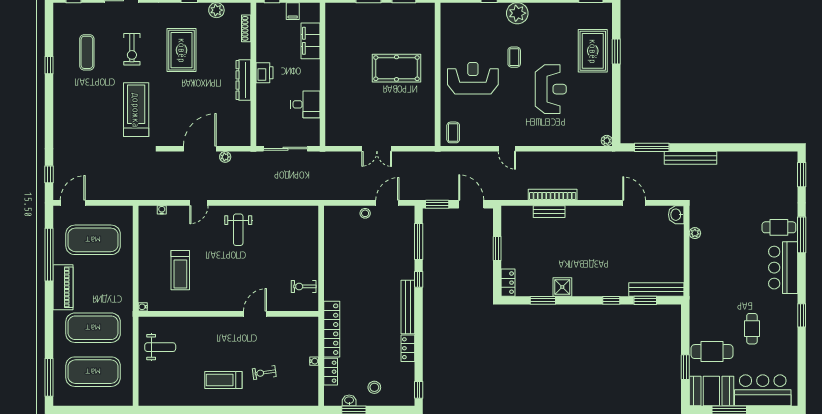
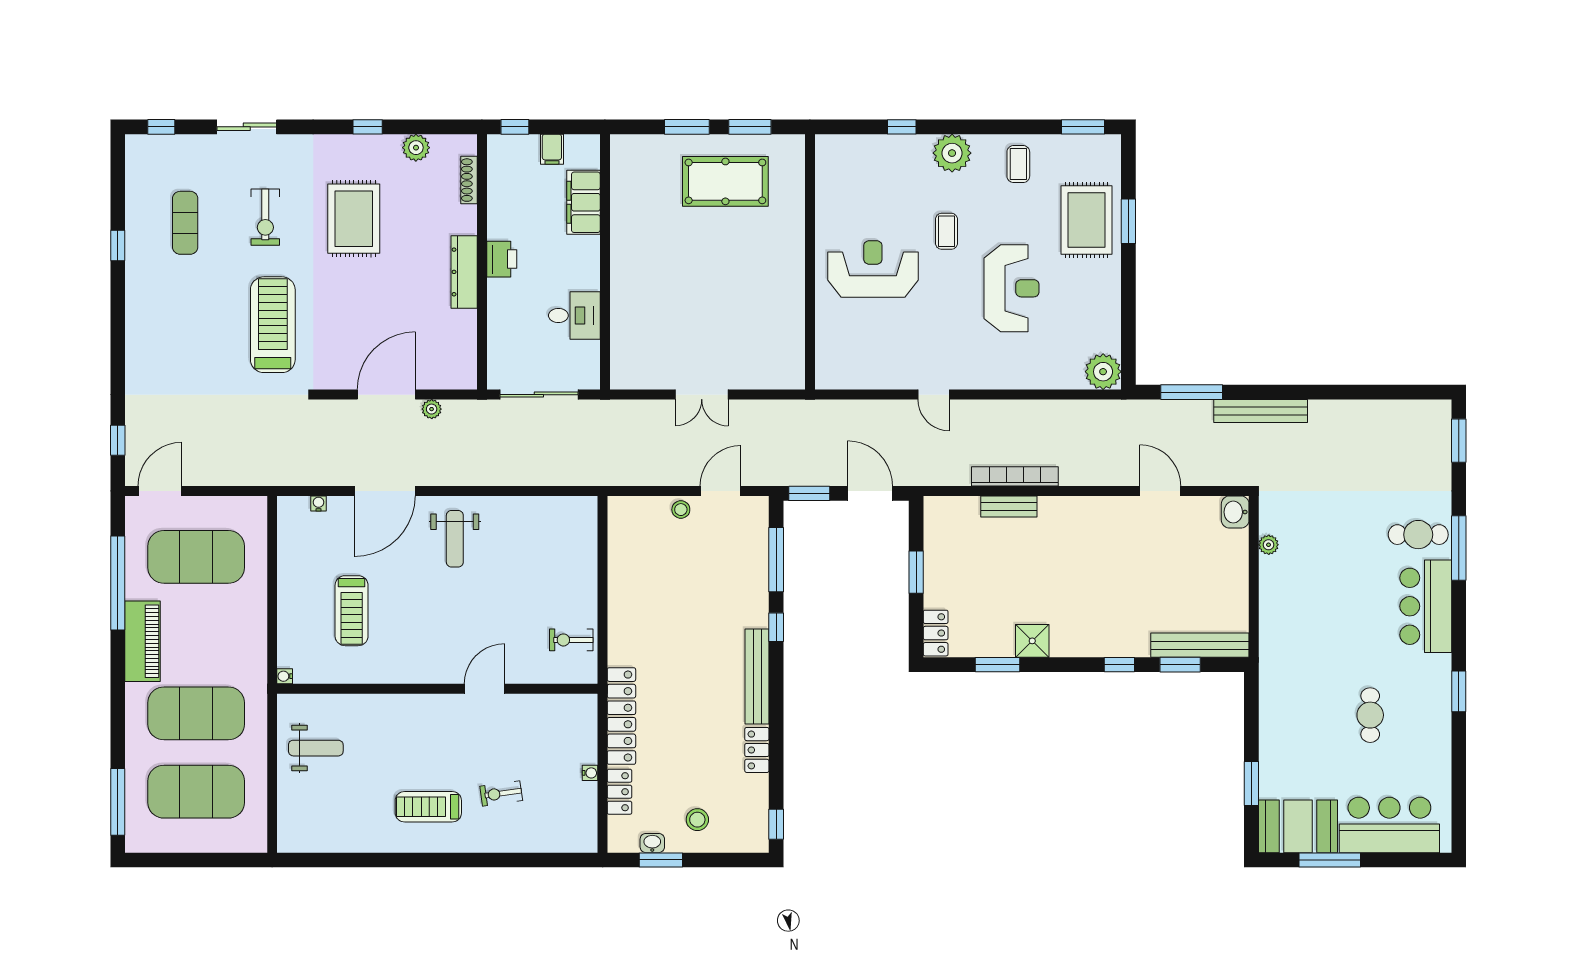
pool table: (396, 68) -> (725, 181), moved
coffee table: (453, 132) -> (1018, 164), moved
plant: (607, 141) -> (1103, 372), width x1.88, depth x1.88
door: (199, 203) -> (385, 491), width x1.88
cafe table: (712, 352) -> (1299, 756), removed

